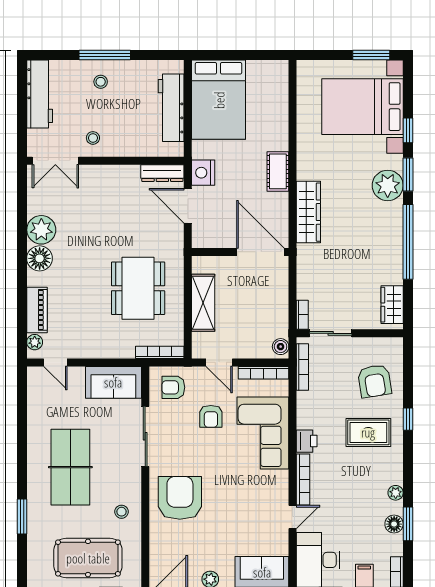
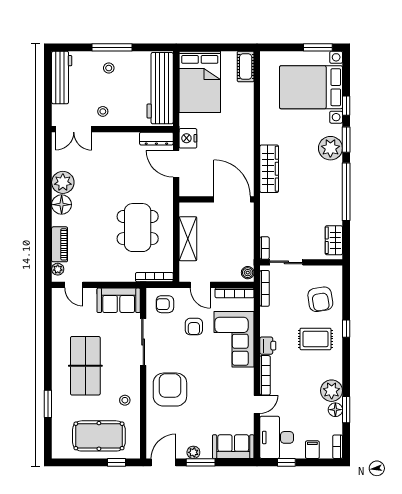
workbench: (171, 108) -> (160, 88), width x1.36, depth x1.32
cot: (278, 171) -> (246, 67), moved
plant: (396, 493) -> (332, 391), width x1.87, depth x1.87

